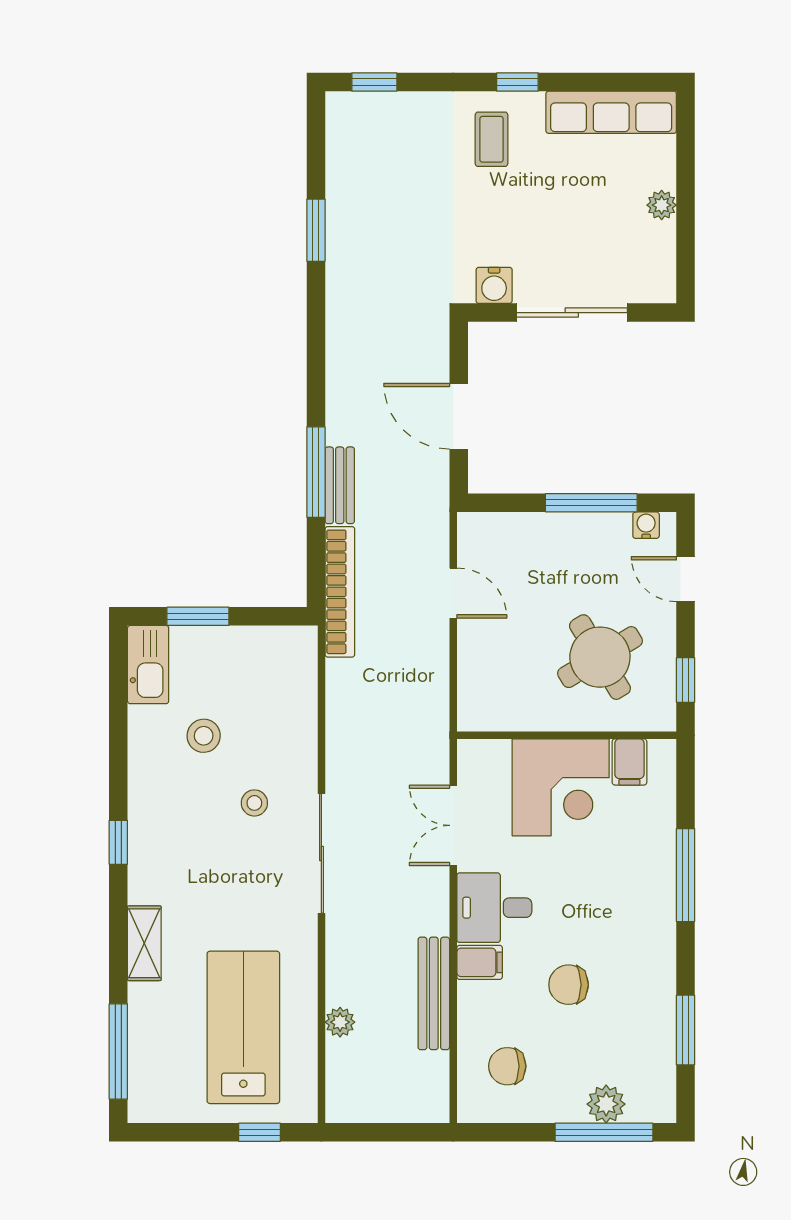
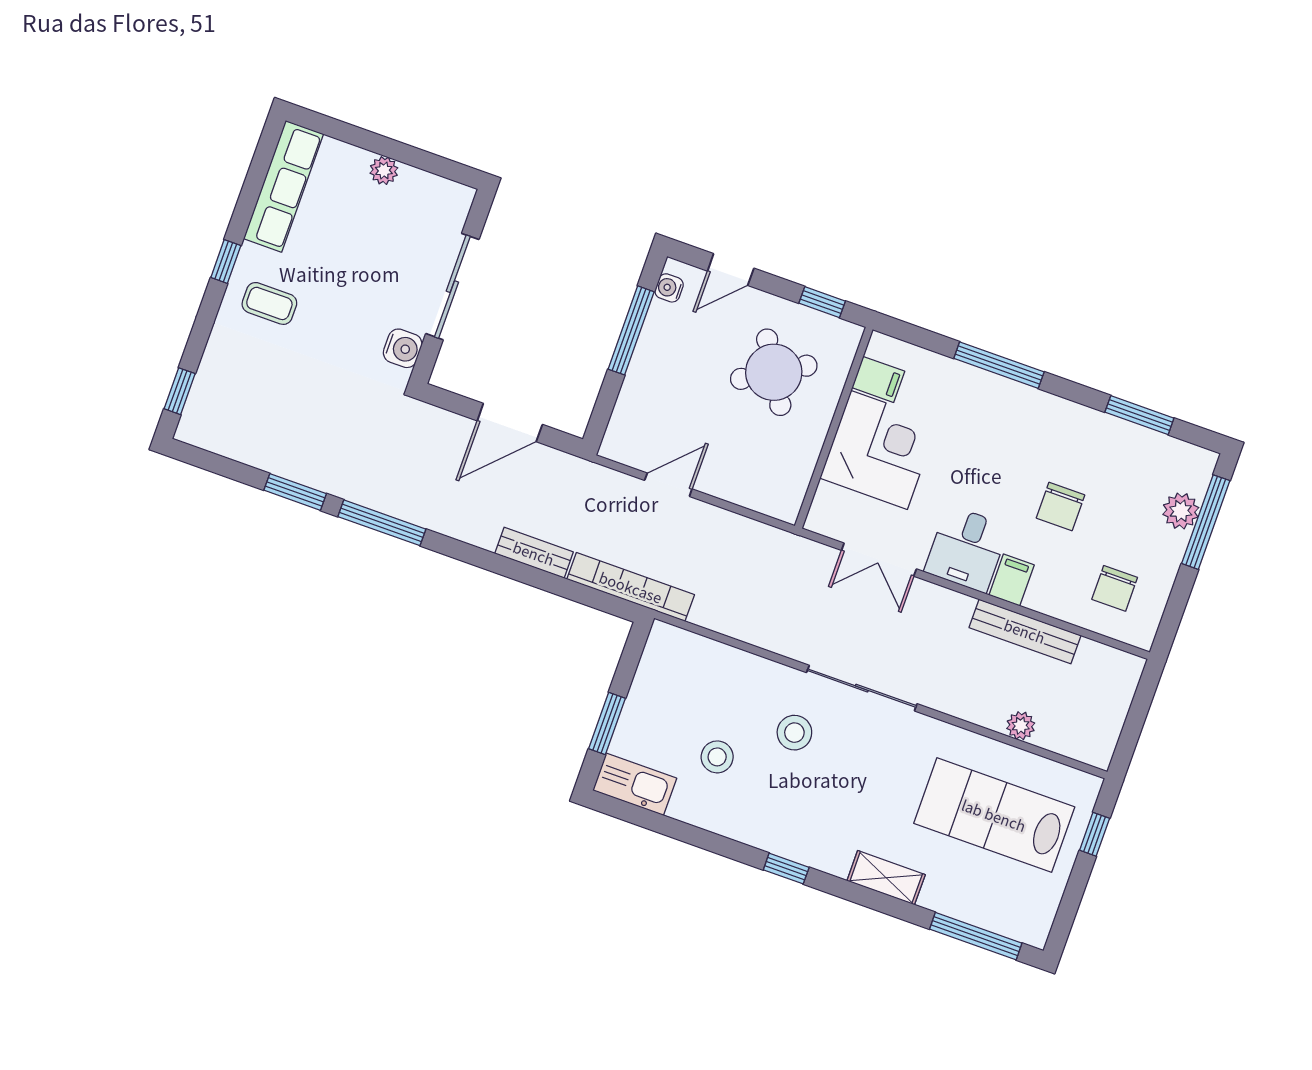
window: (316, 472) -> (382, 523), moved
stool: (254, 803) -> (794, 733), width x1.37, depth x1.37

